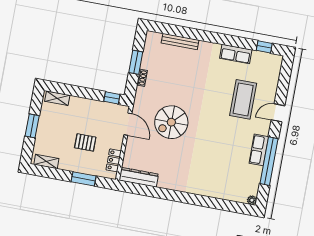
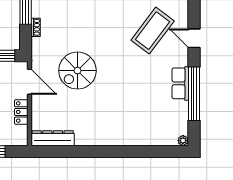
coffee table: (243, 99) -> (153, 31), turned 37
door: (278, 113) -> (194, 38), hinge flipped
locker: (114, 160) -> (21, 112), moved

